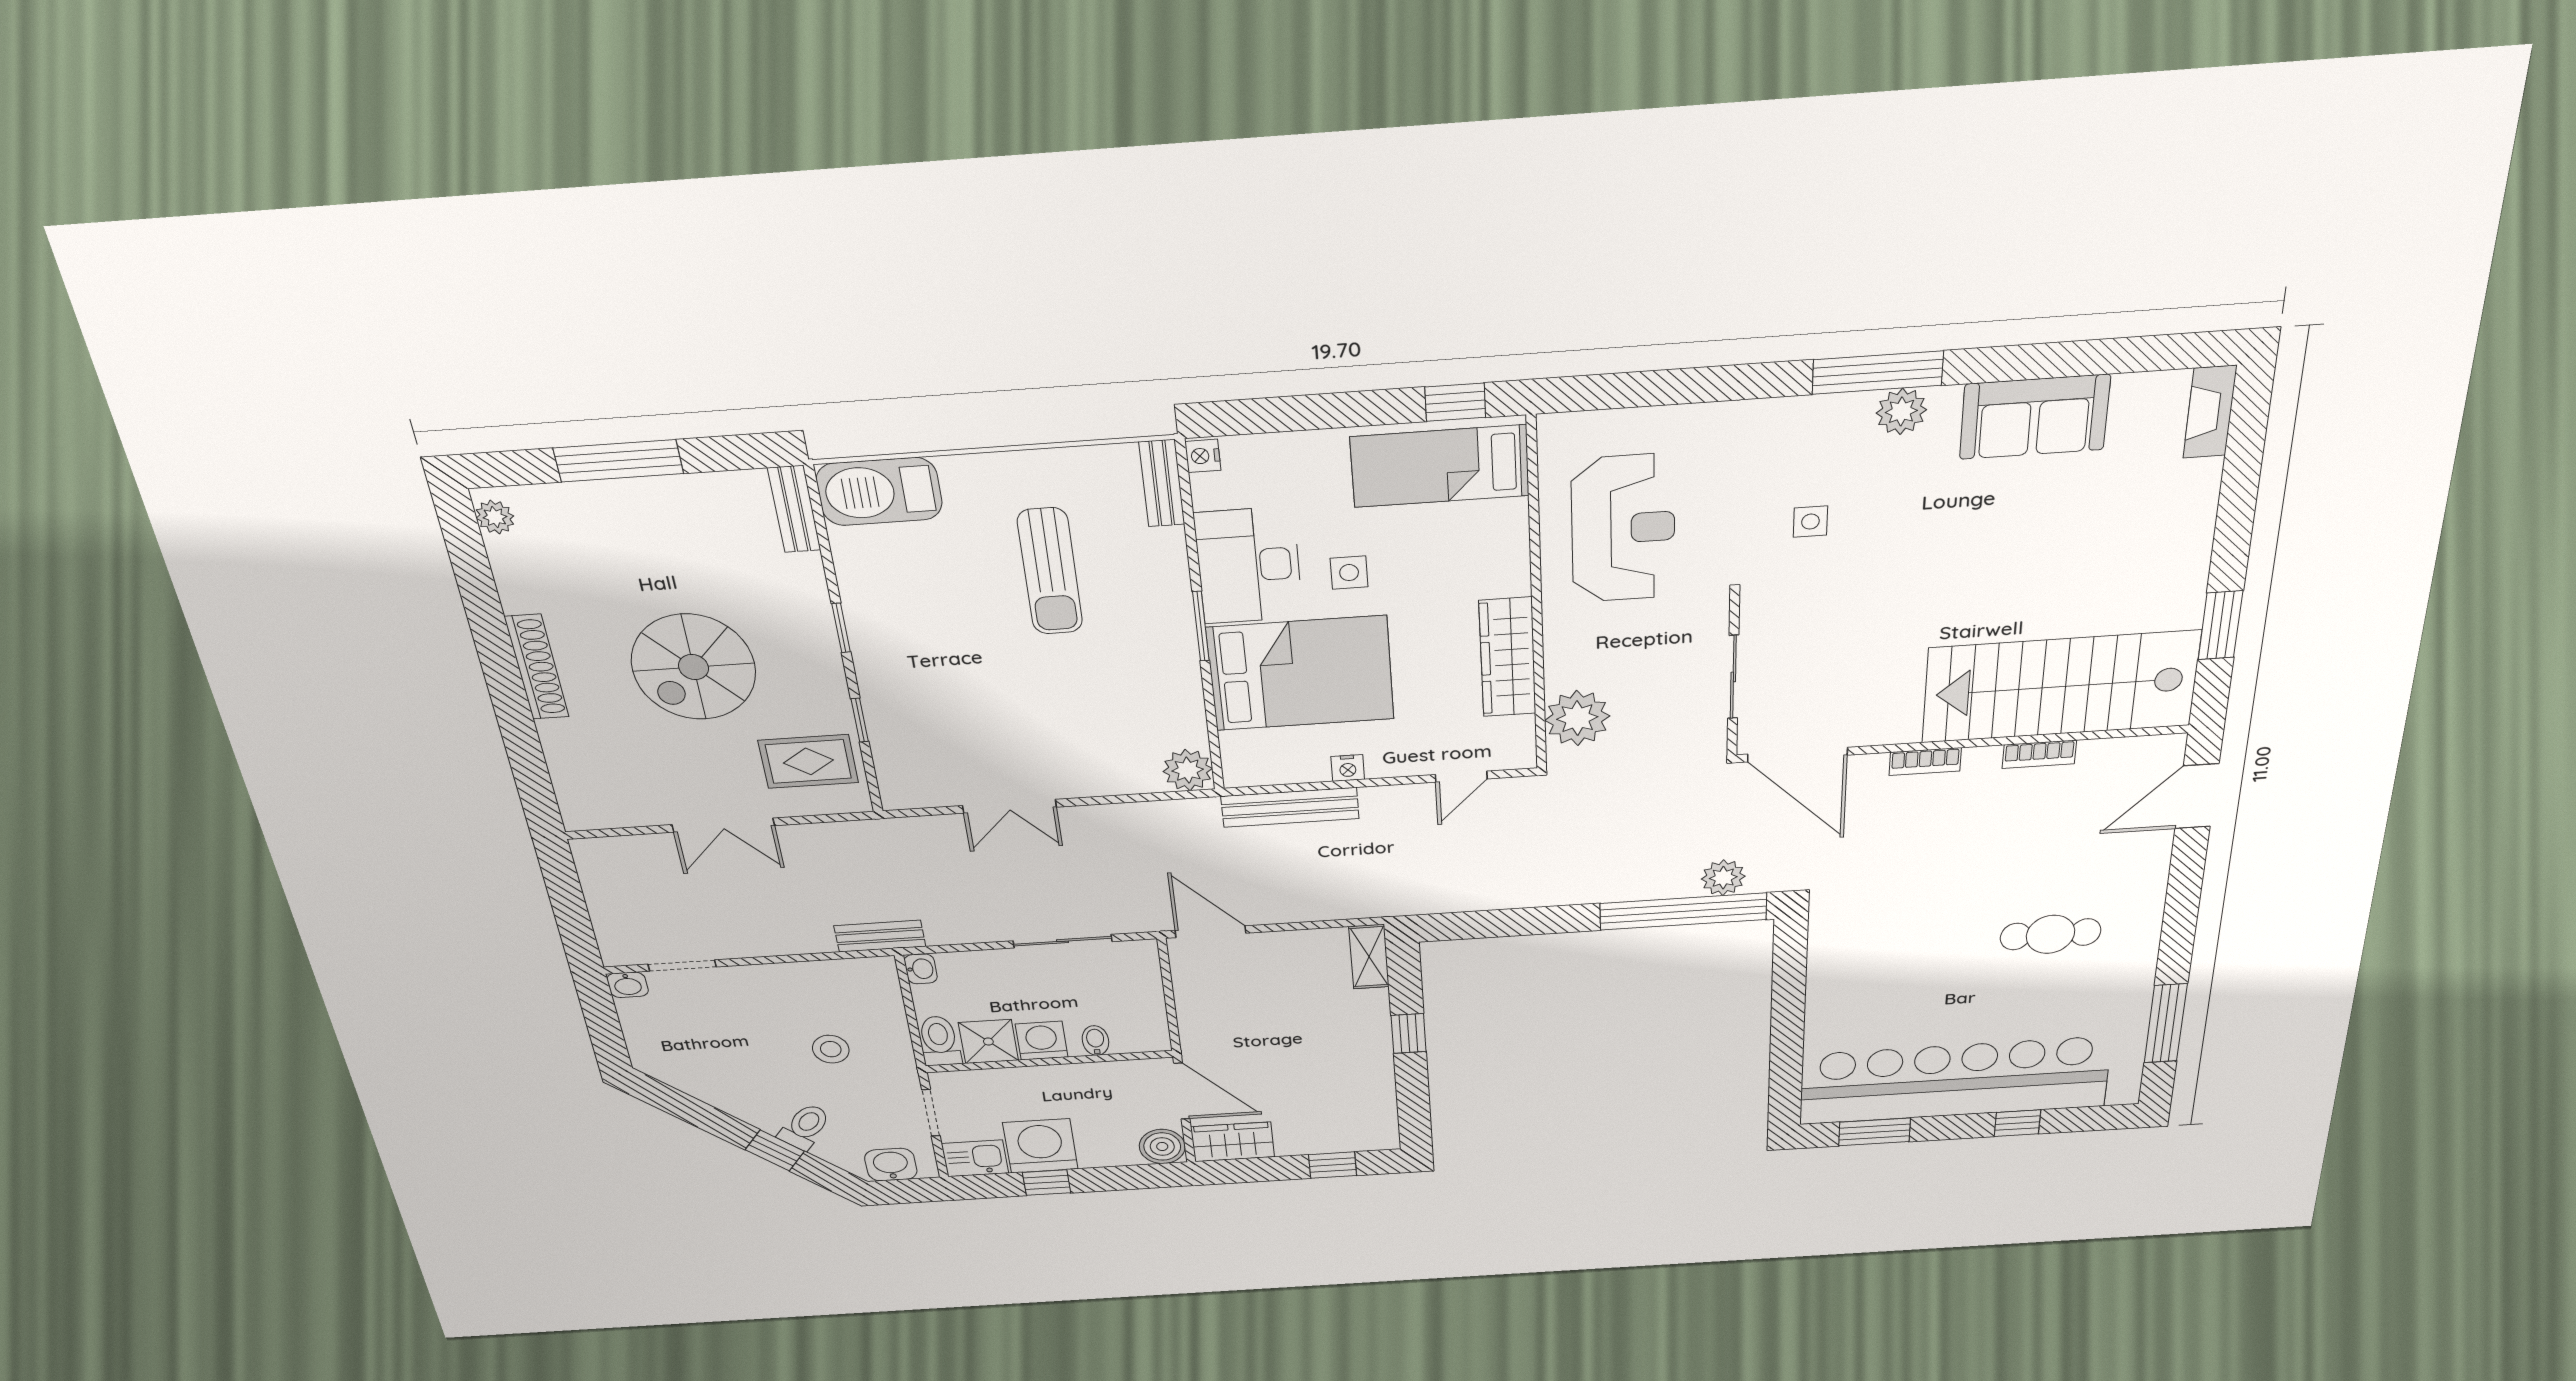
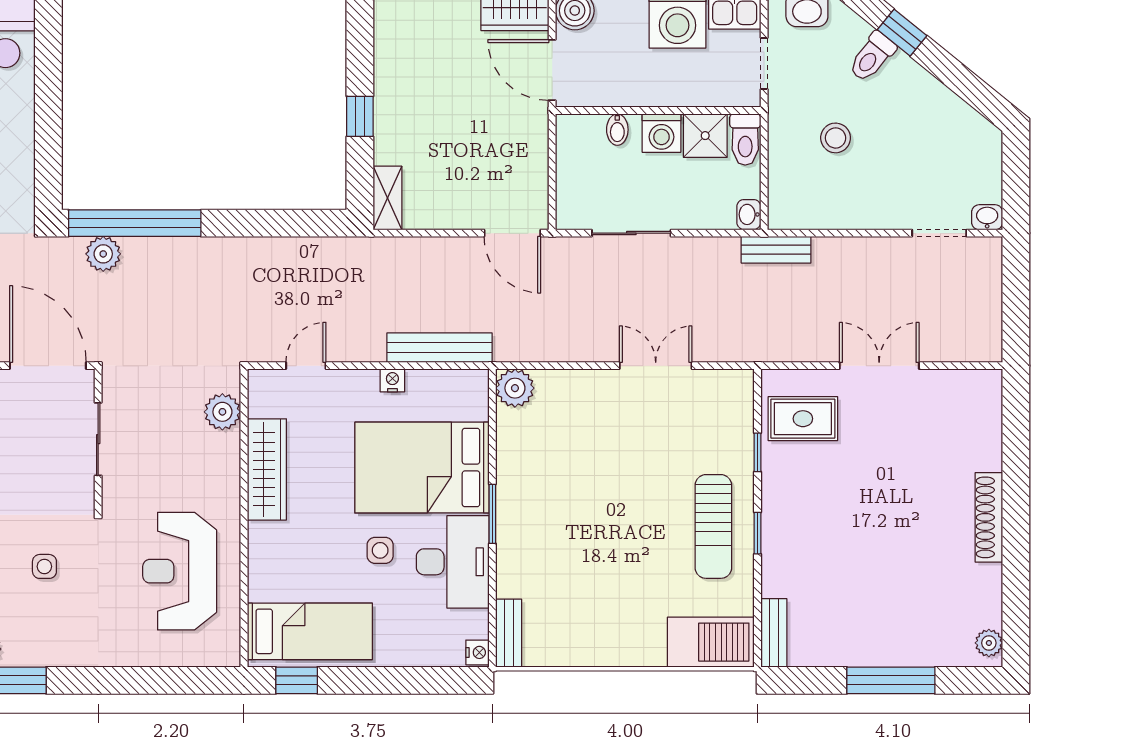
sun lounger: (1050, 571) -> (713, 526), moved, turned 180
spiral stairs: (693, 667) -> (873, 508), removed
plant: (1577, 718) -> (222, 412), width x0.73, depth x0.73

